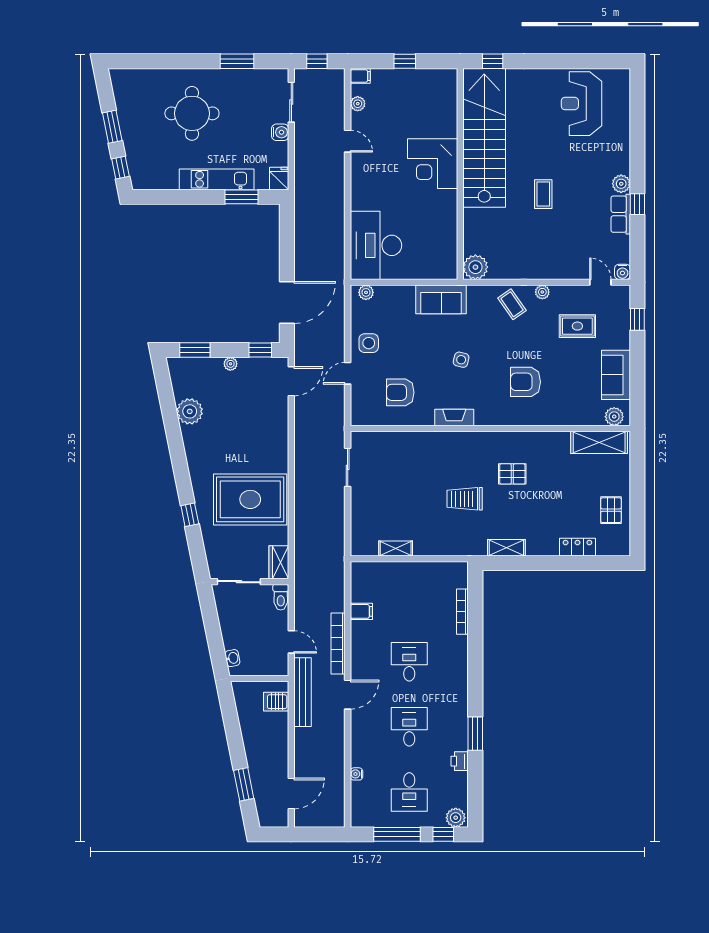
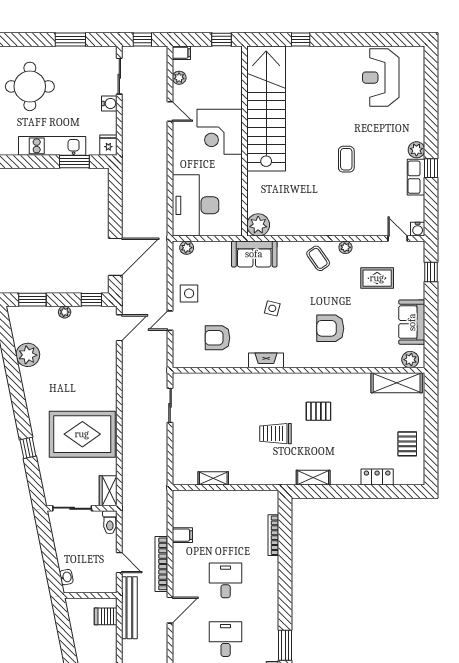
stairs: (484, 138) -> (266, 109), moved
corner desk: (433, 164) -> (220, 132), moved
wall: (460, 174) -> (245, 141), moved
plant: (475, 267) -> (258, 225), moved

